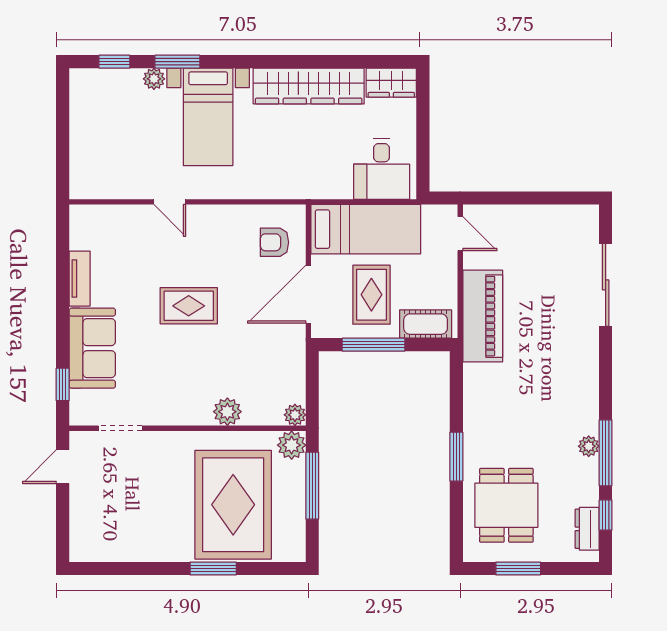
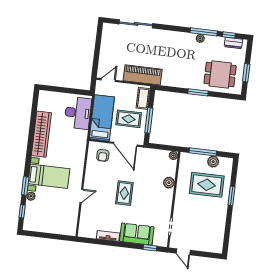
wardrobe: (391, 83) -> (44, 101), removed
desk: (382, 169) -> (78, 113), width x1.37
plant: (292, 445) -> (213, 162), moved
rug: (233, 505) -> (207, 185), width x0.73, depth x0.69

